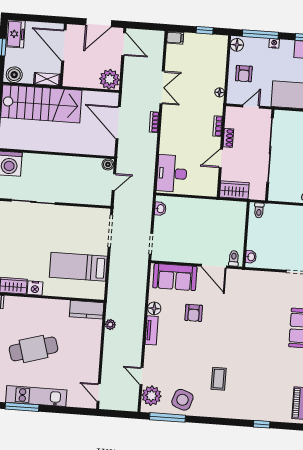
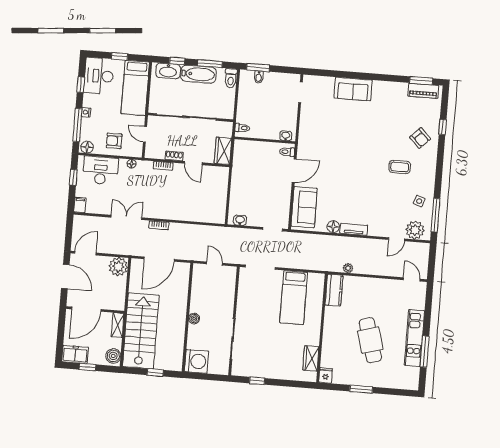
armchair: (244, 74) -> (114, 141), turned 180
boiler: (108, 164) -> (194, 319), moved
desk: (172, 173) -> (101, 170), moved, turned 180
nightstand: (35, 288) -> (313, 338), removed
armchair: (194, 313) -> (420, 138), moved, turned 45
door: (99, 392) -> (412, 279), swing flipped
side table: (182, 400) -> (419, 201), width x0.54, depth x0.54

